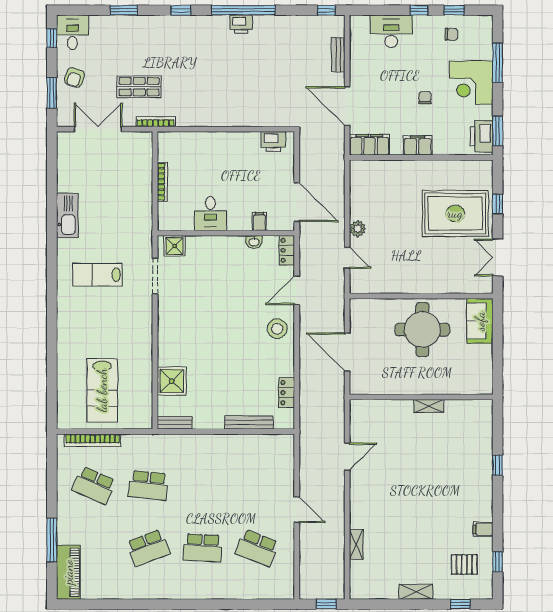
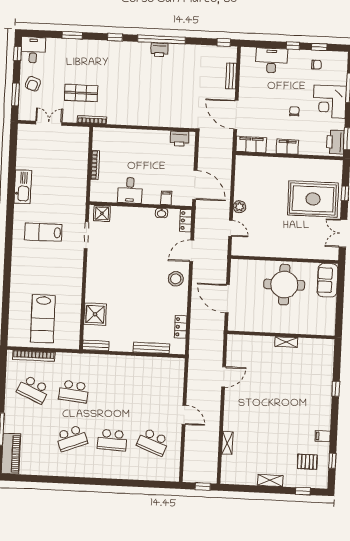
double door: (98, 129) -> (49, 123), width x0.73

